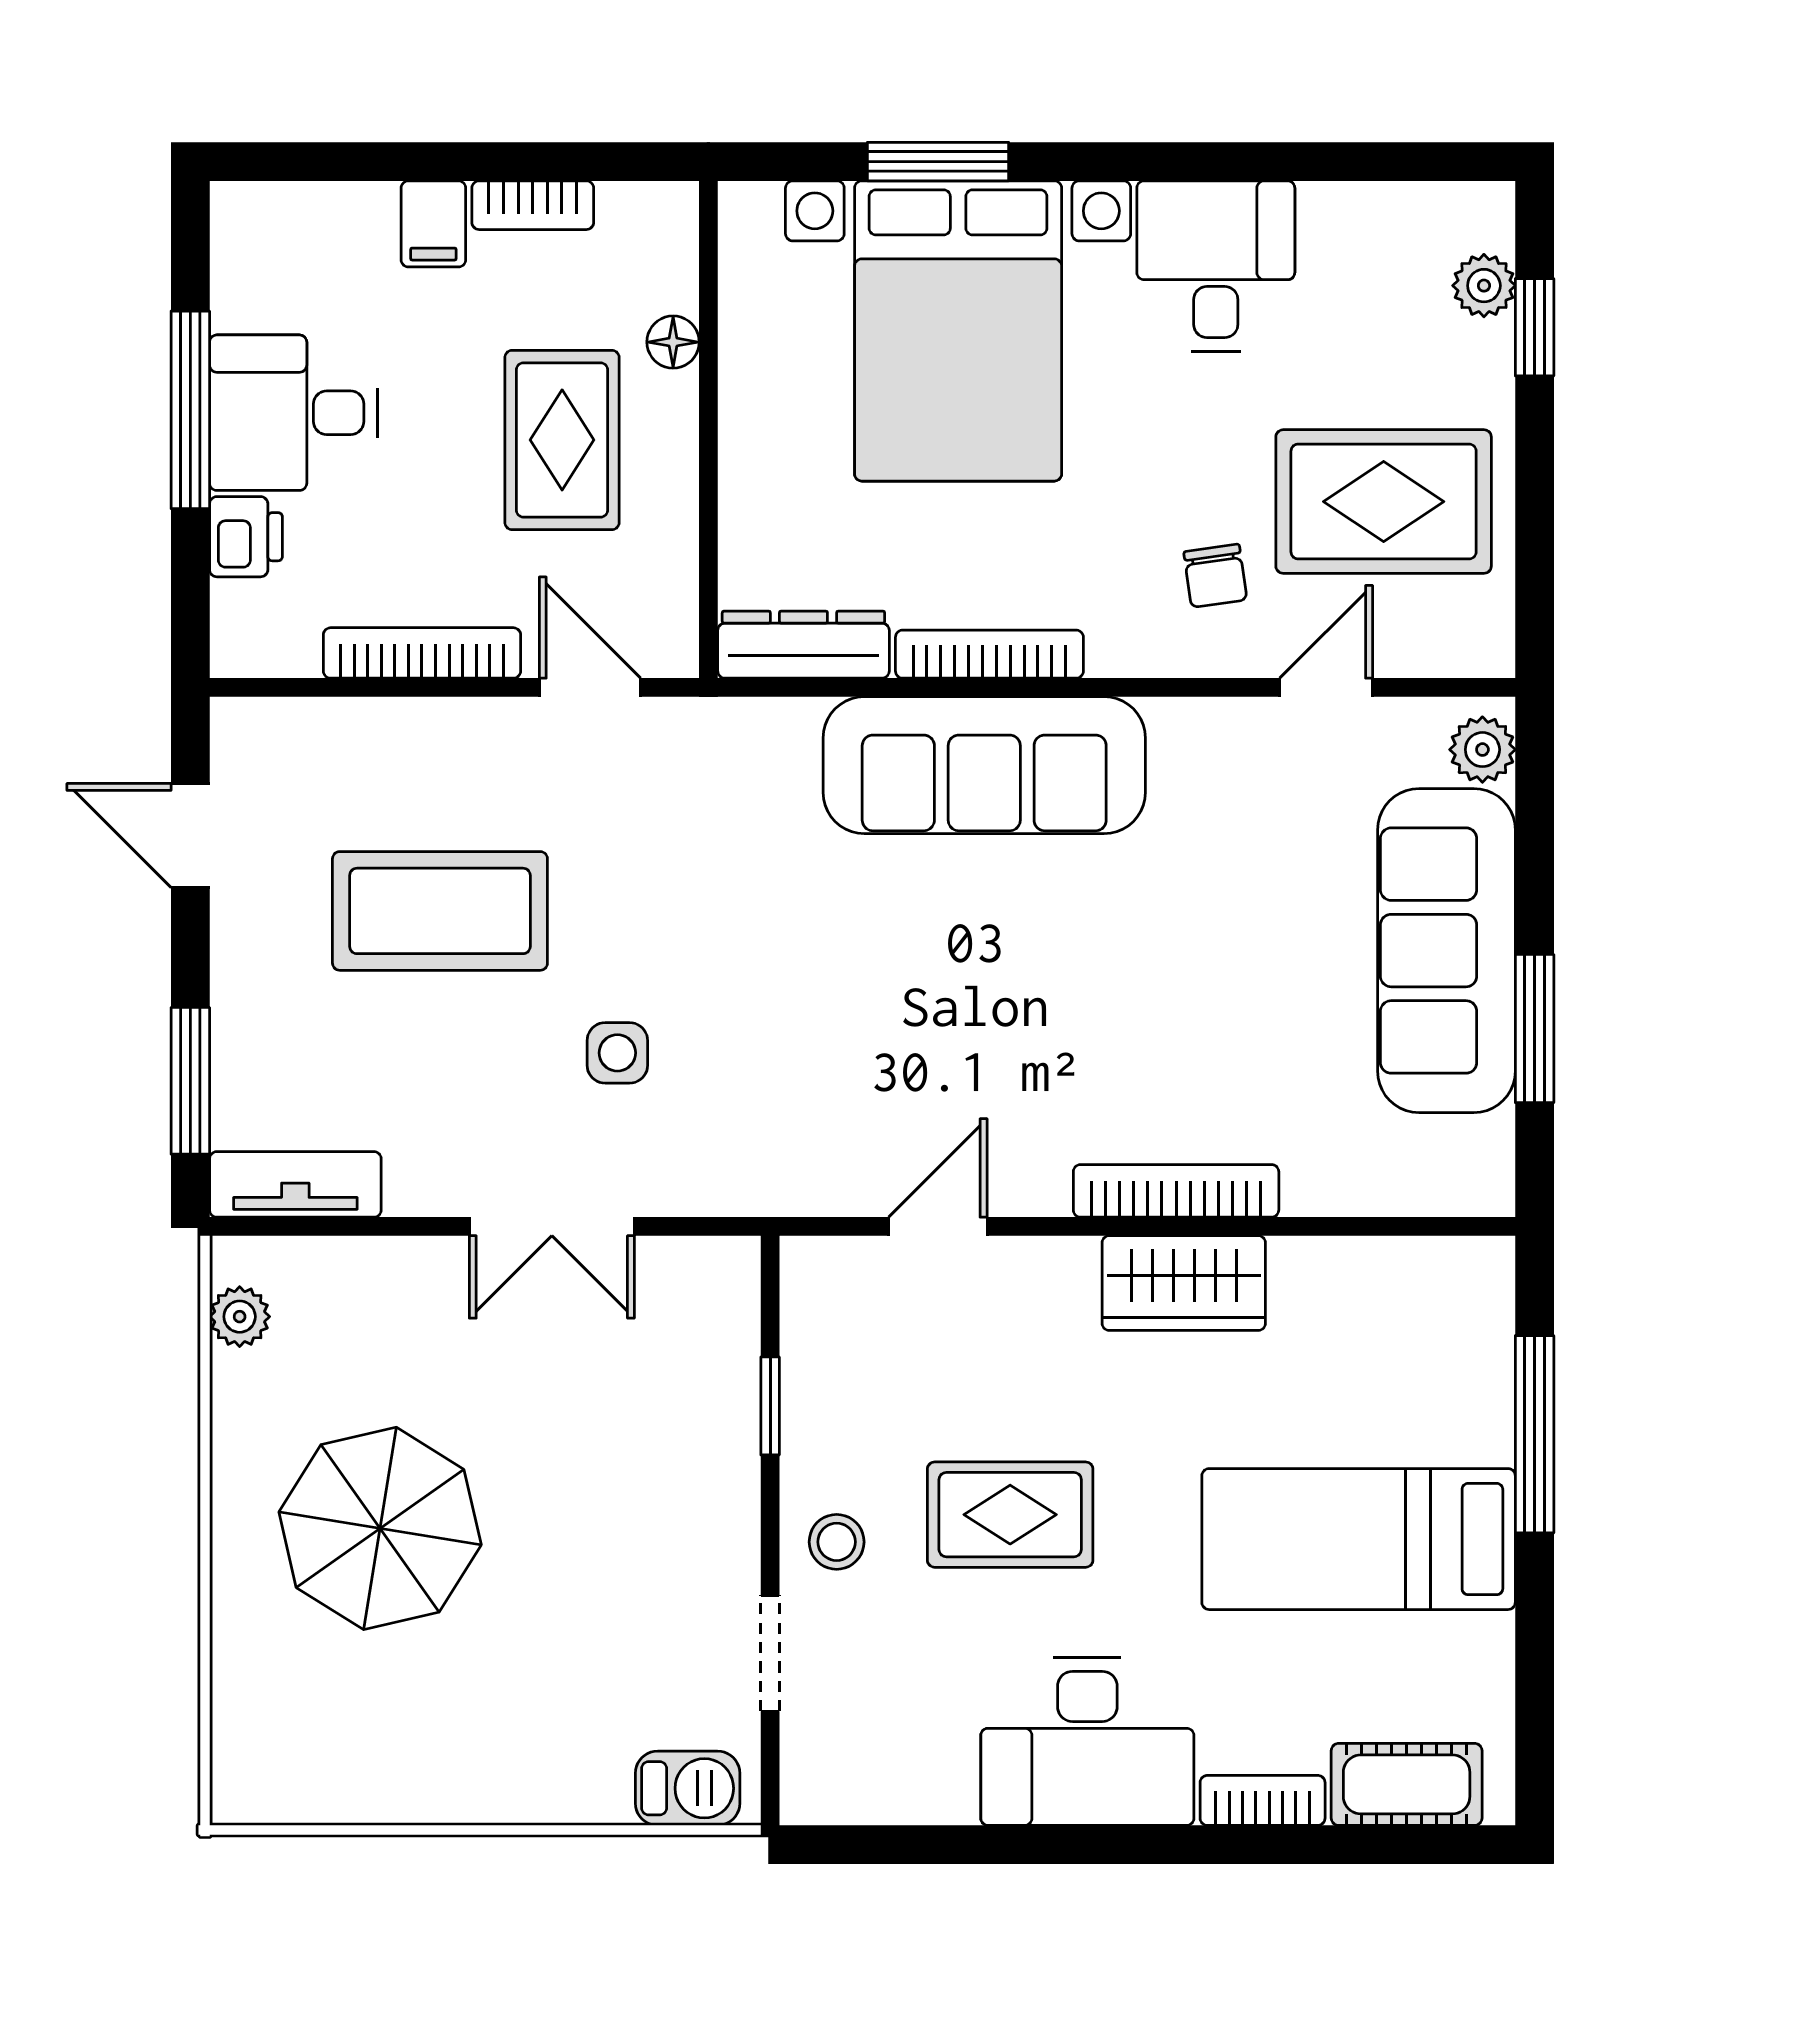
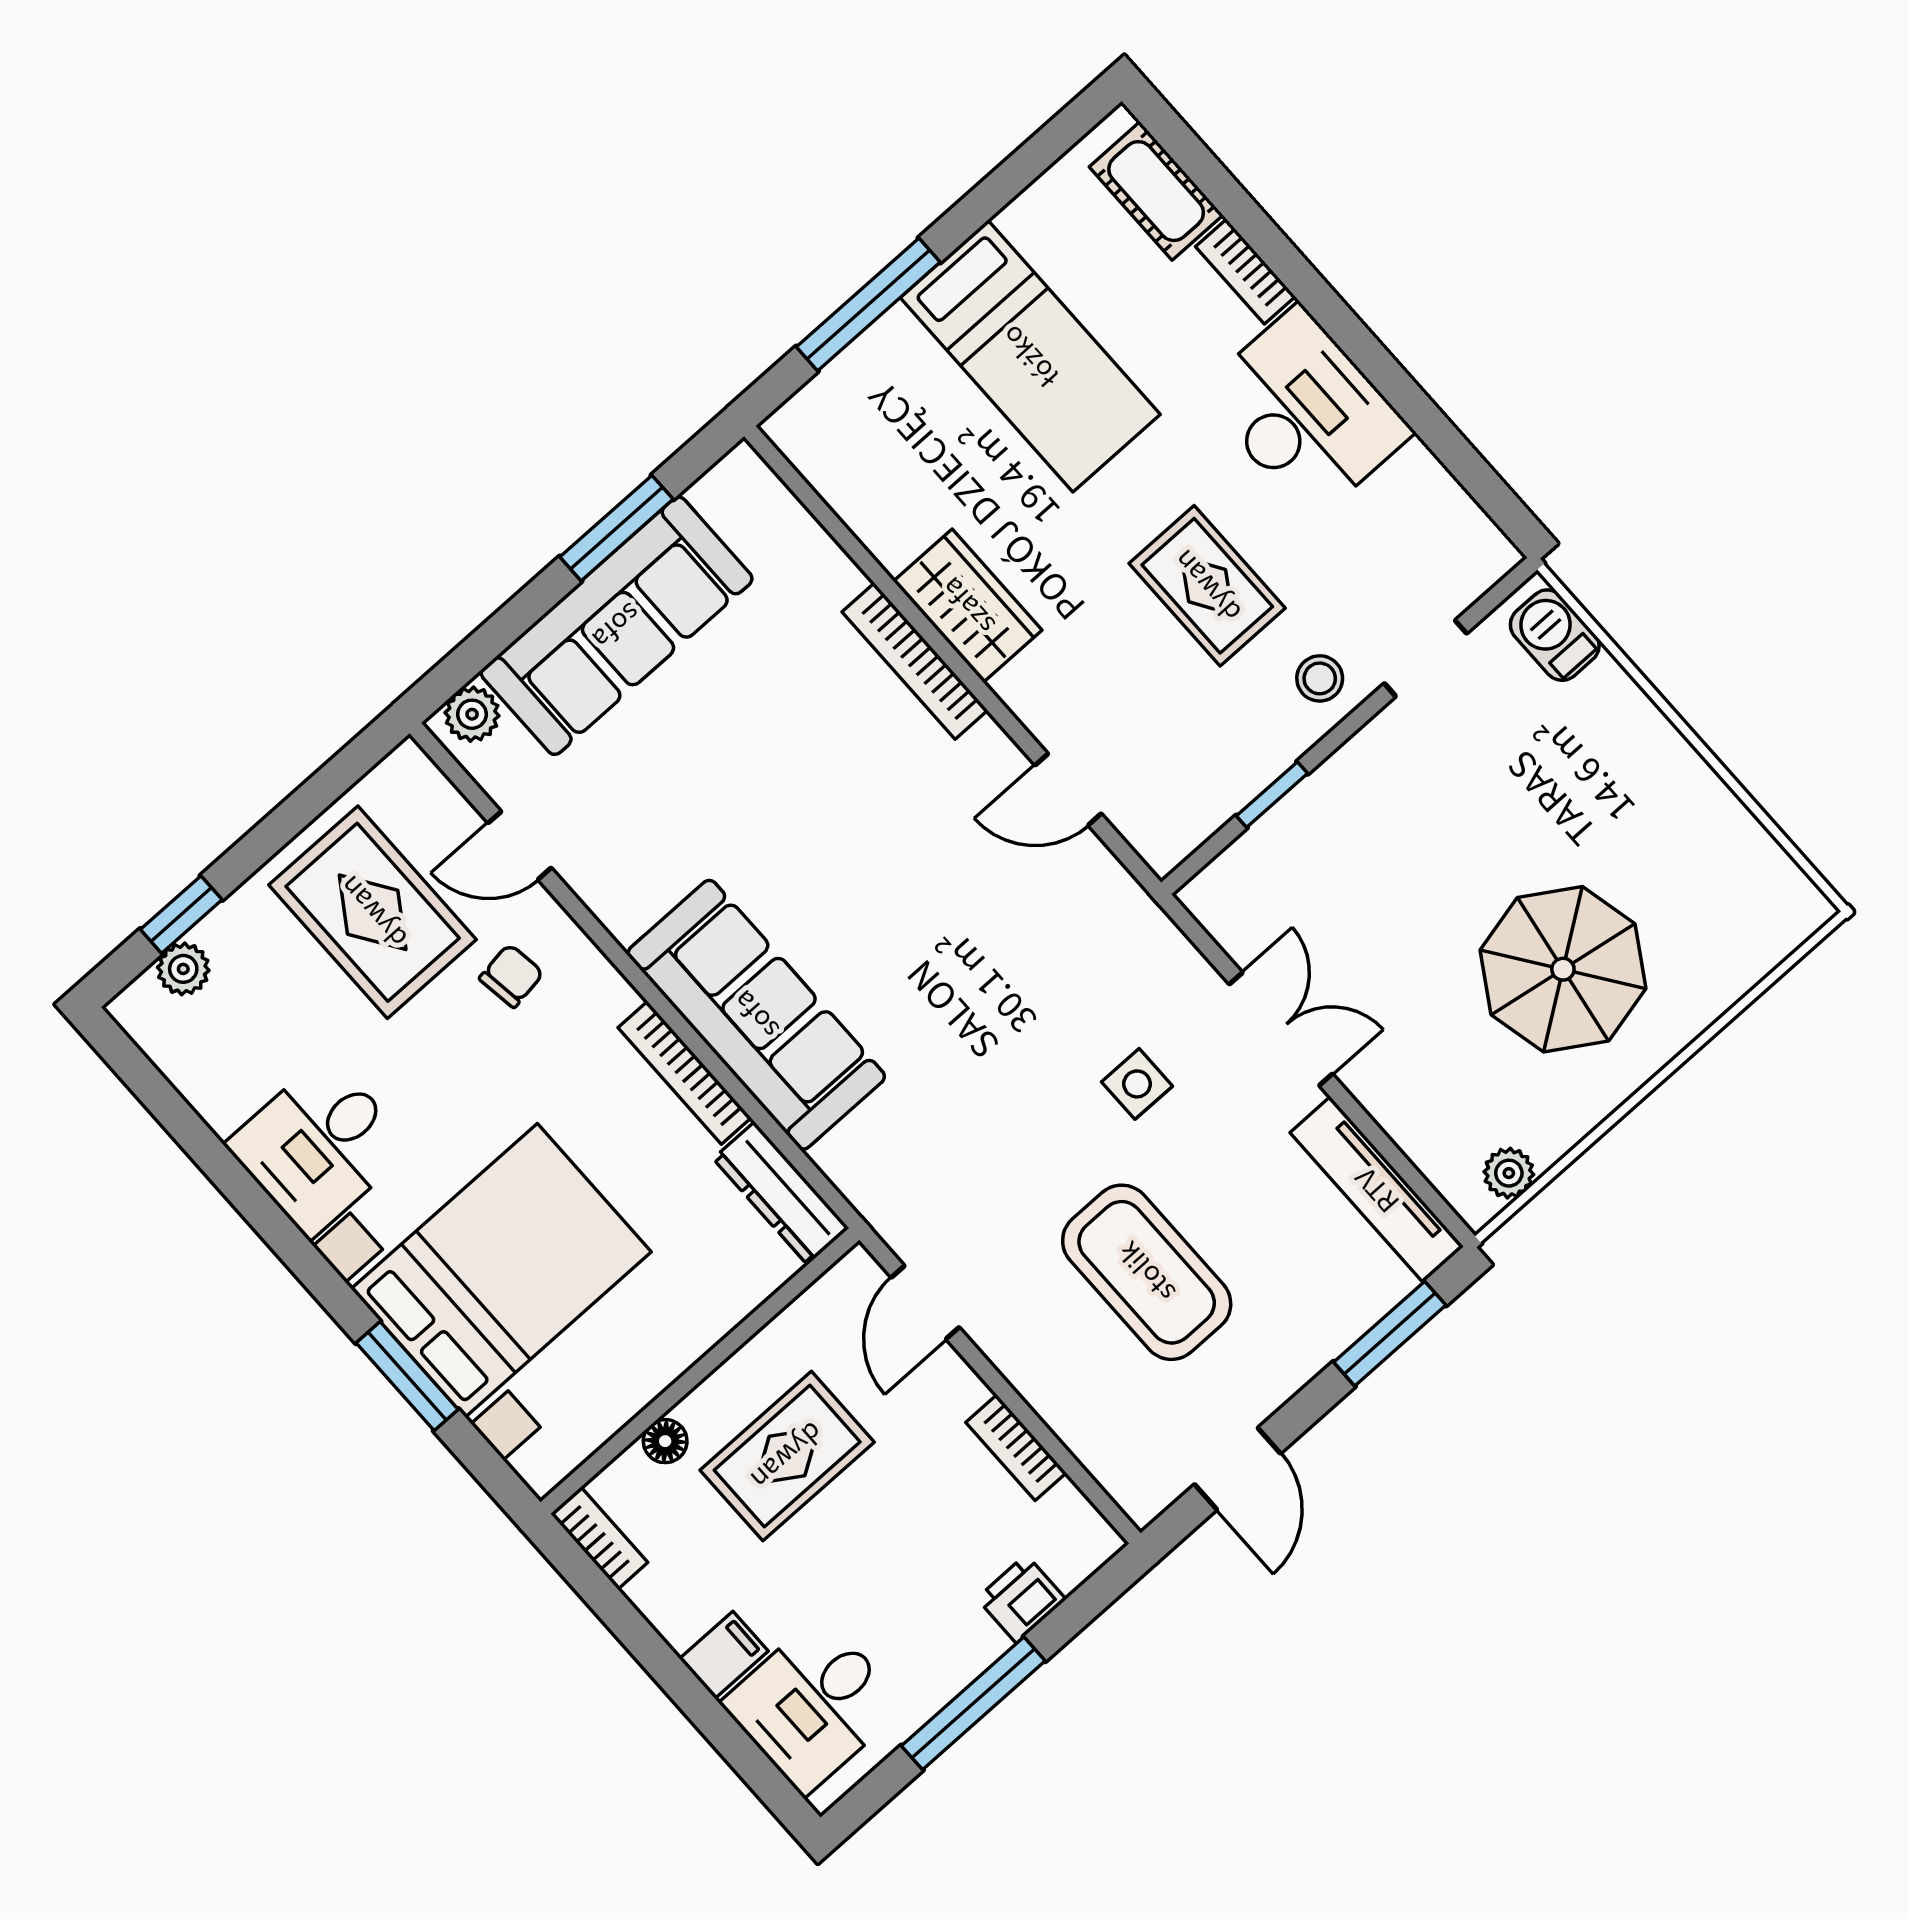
bookcase: (533, 205) -> (599, 1538), moved
desk: (293, 413) -> (813, 1705), moved, turned 90
bookcase: (422, 653) -> (1016, 1448), width x0.64
tv unit: (295, 1184) -> (1377, 1190), width x1.41

